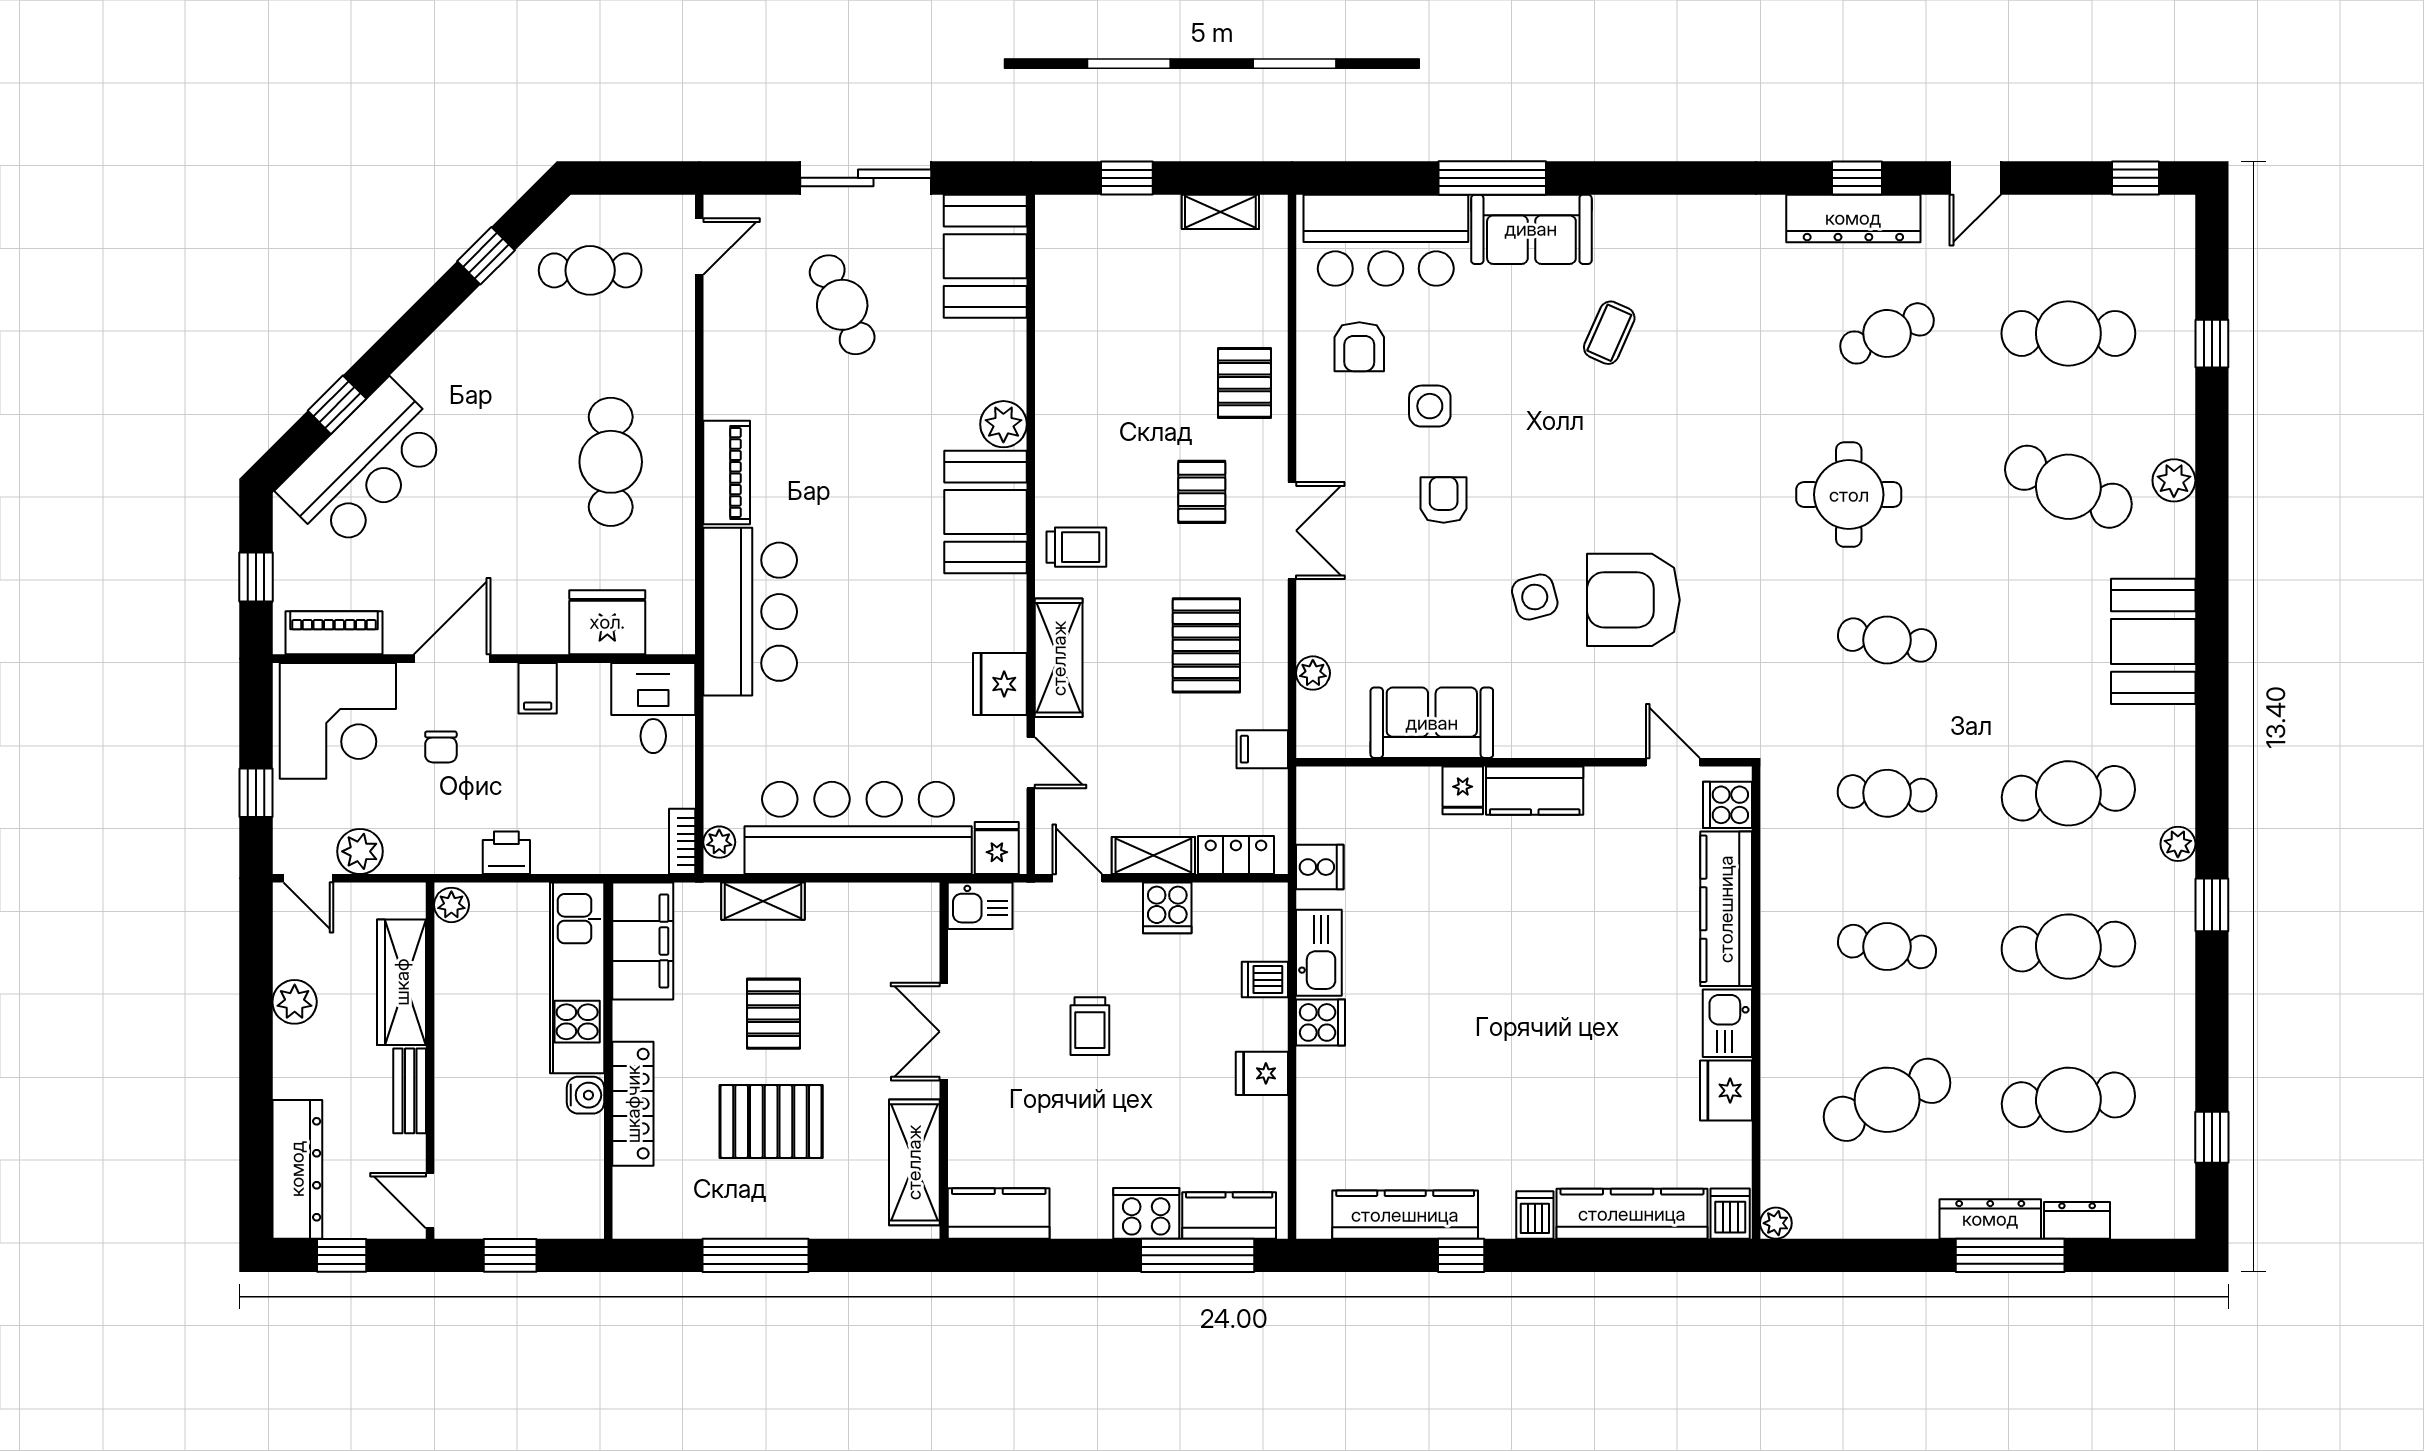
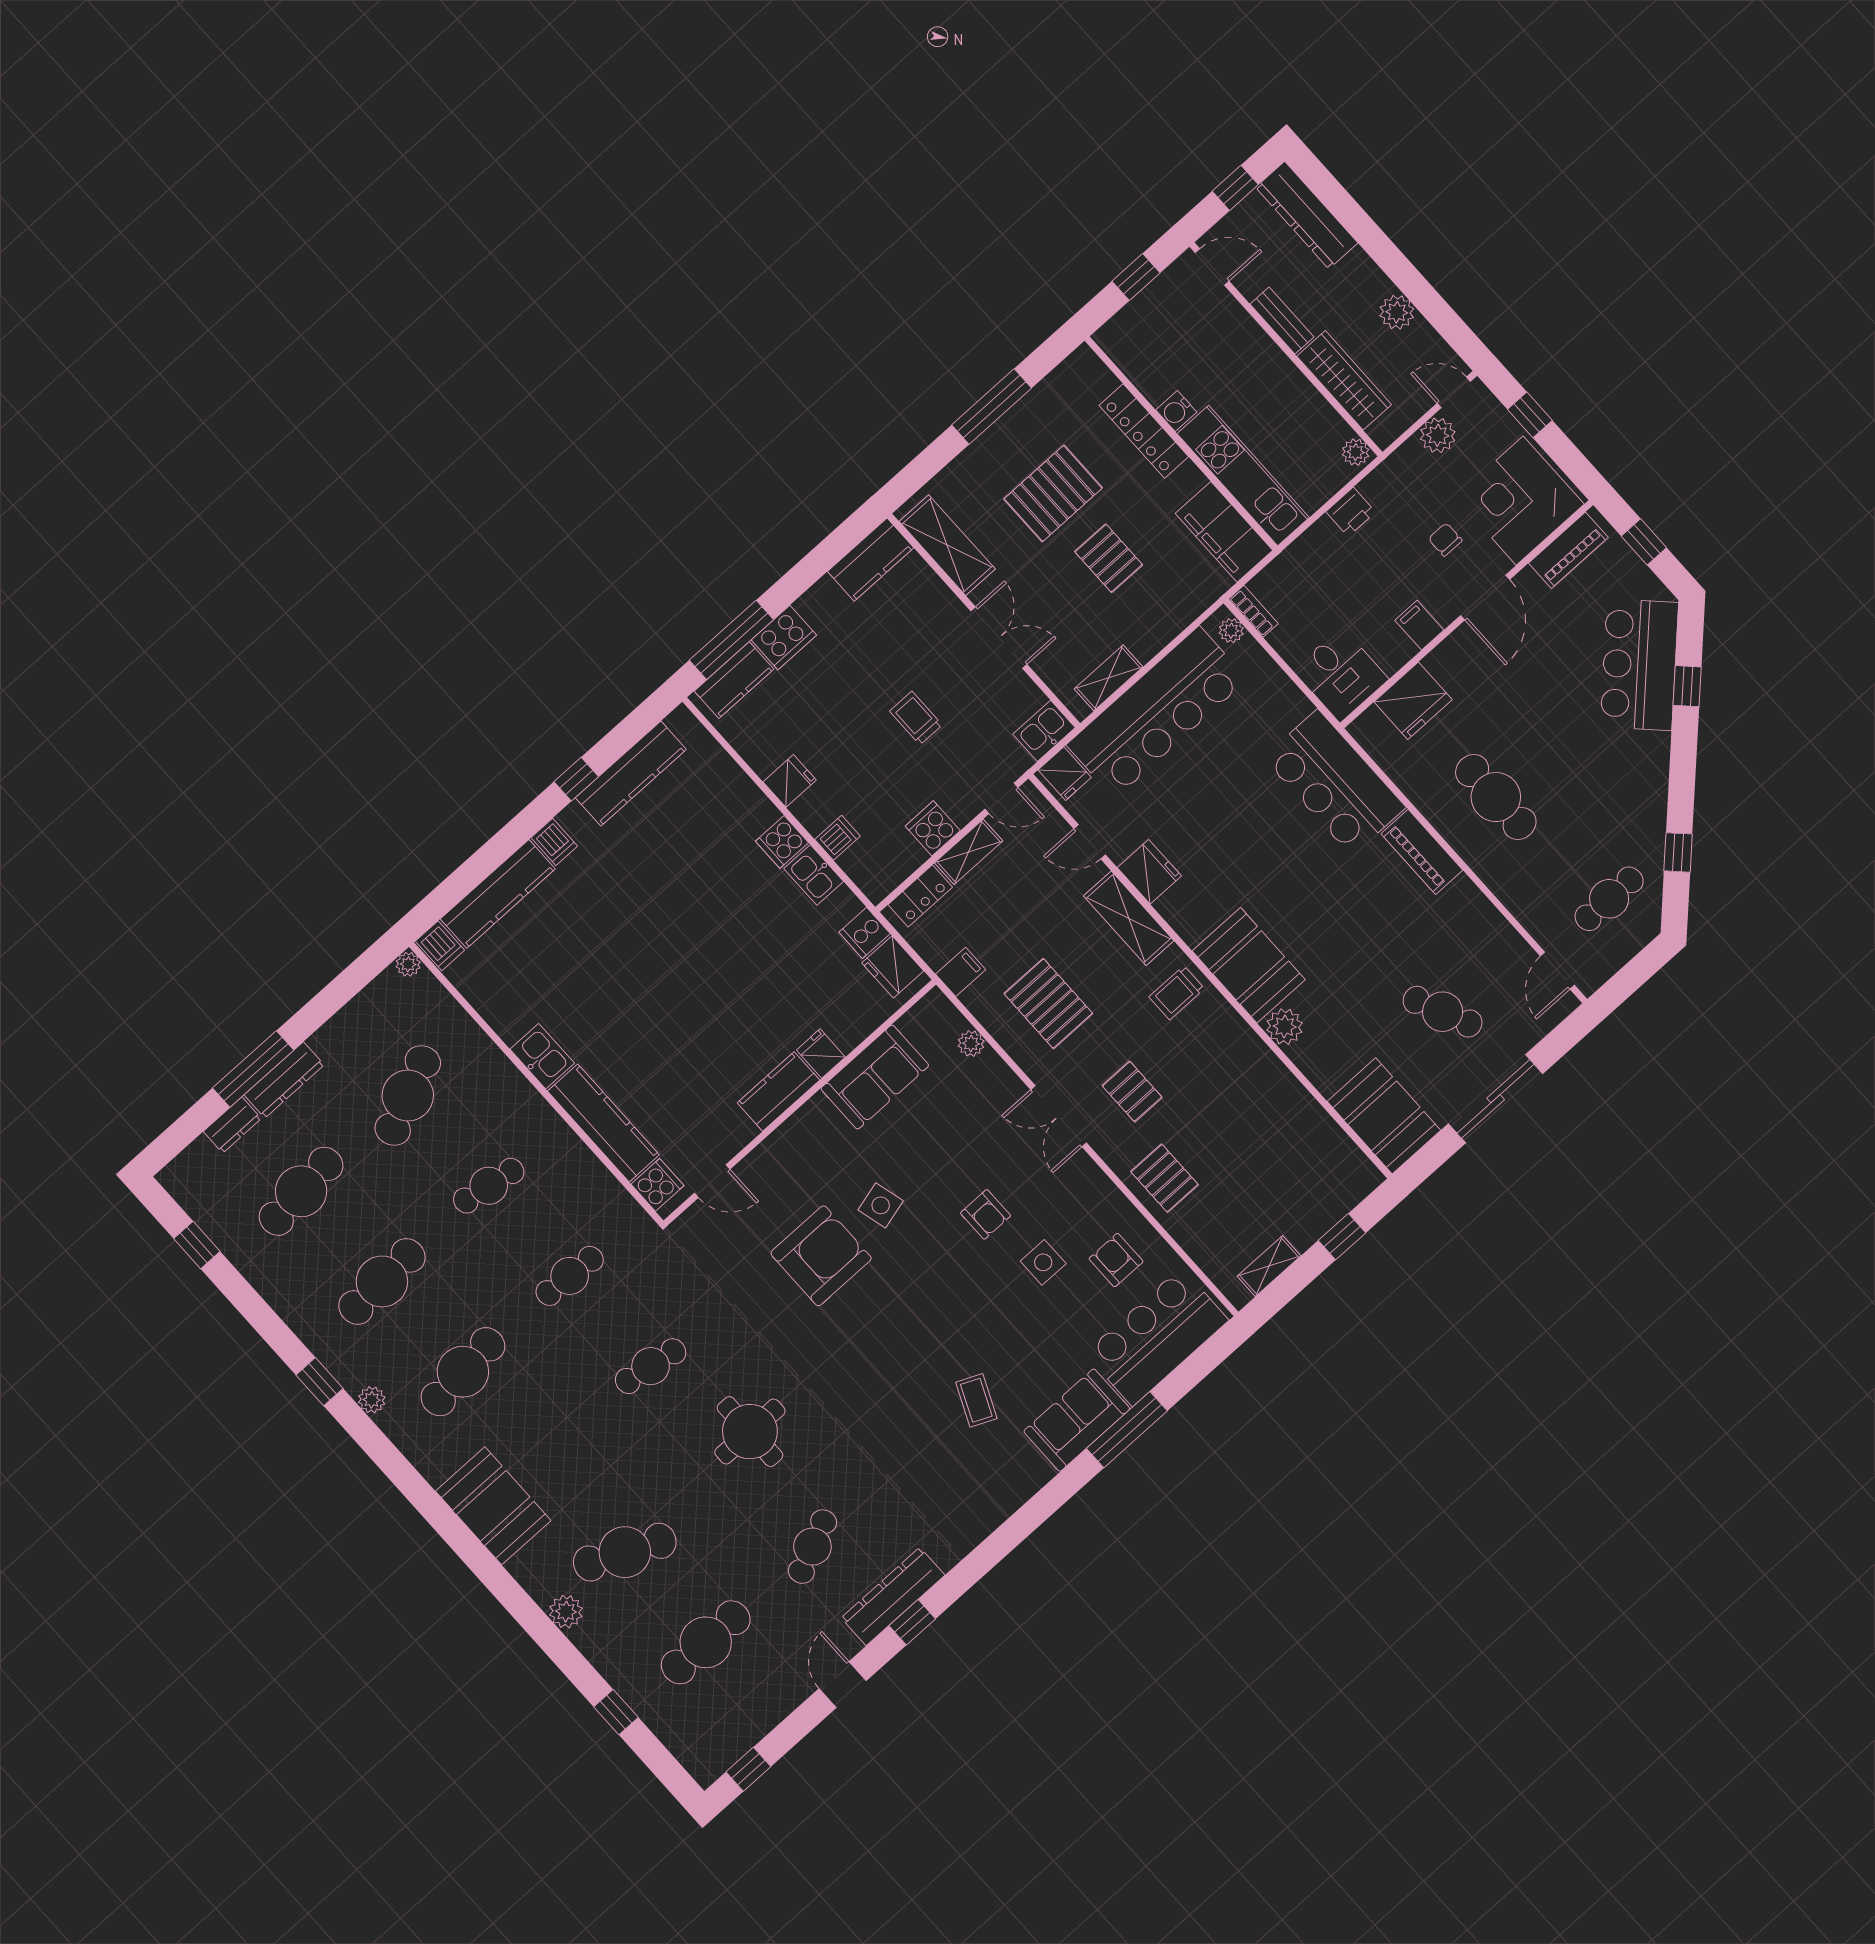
shelving: (763, 901) -> (1109, 678), moved
kitchen sink: (1319, 953) -> (814, 875), width x0.73
fridge: (1726, 1091) -> (893, 967), moved, turned 180

